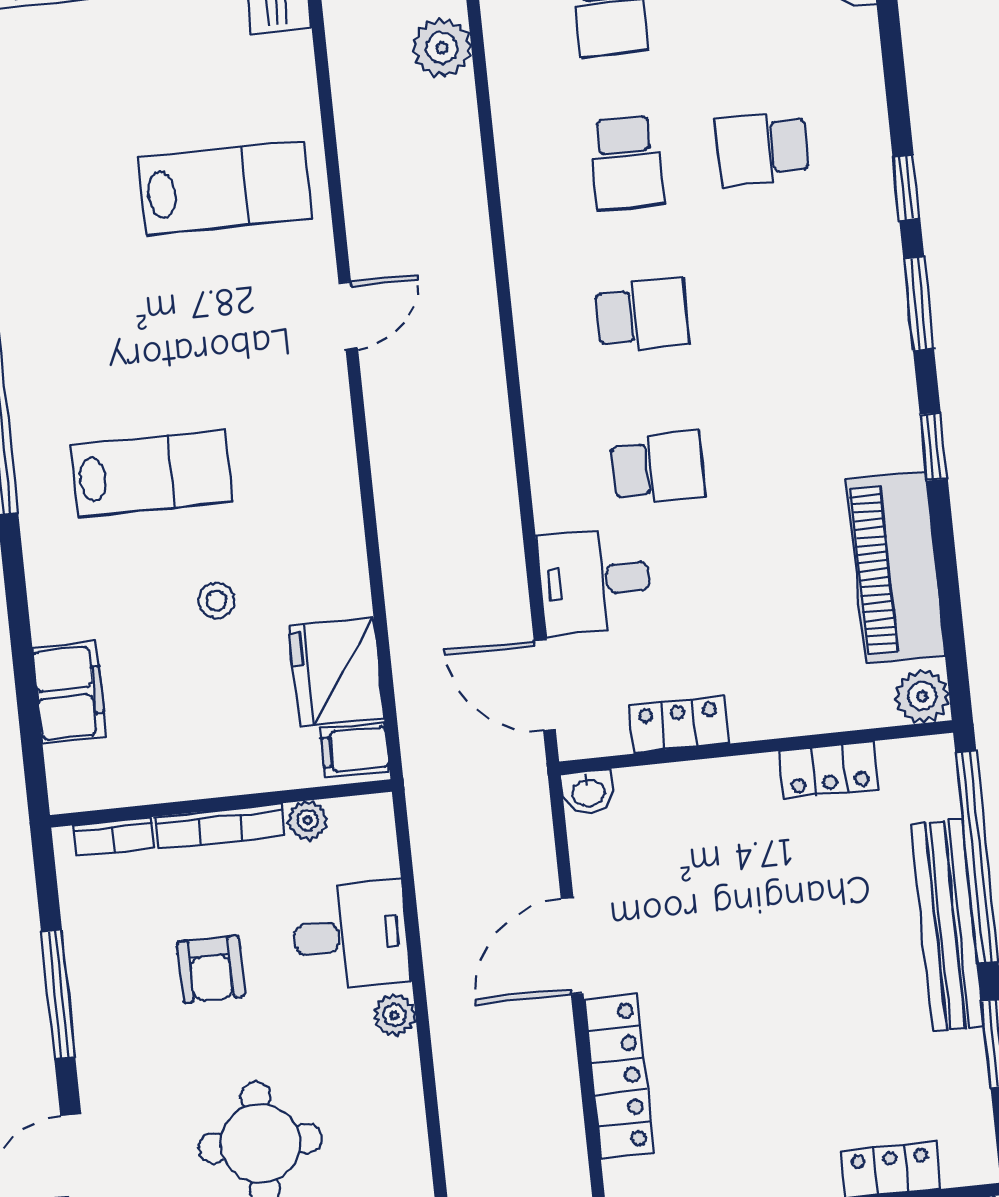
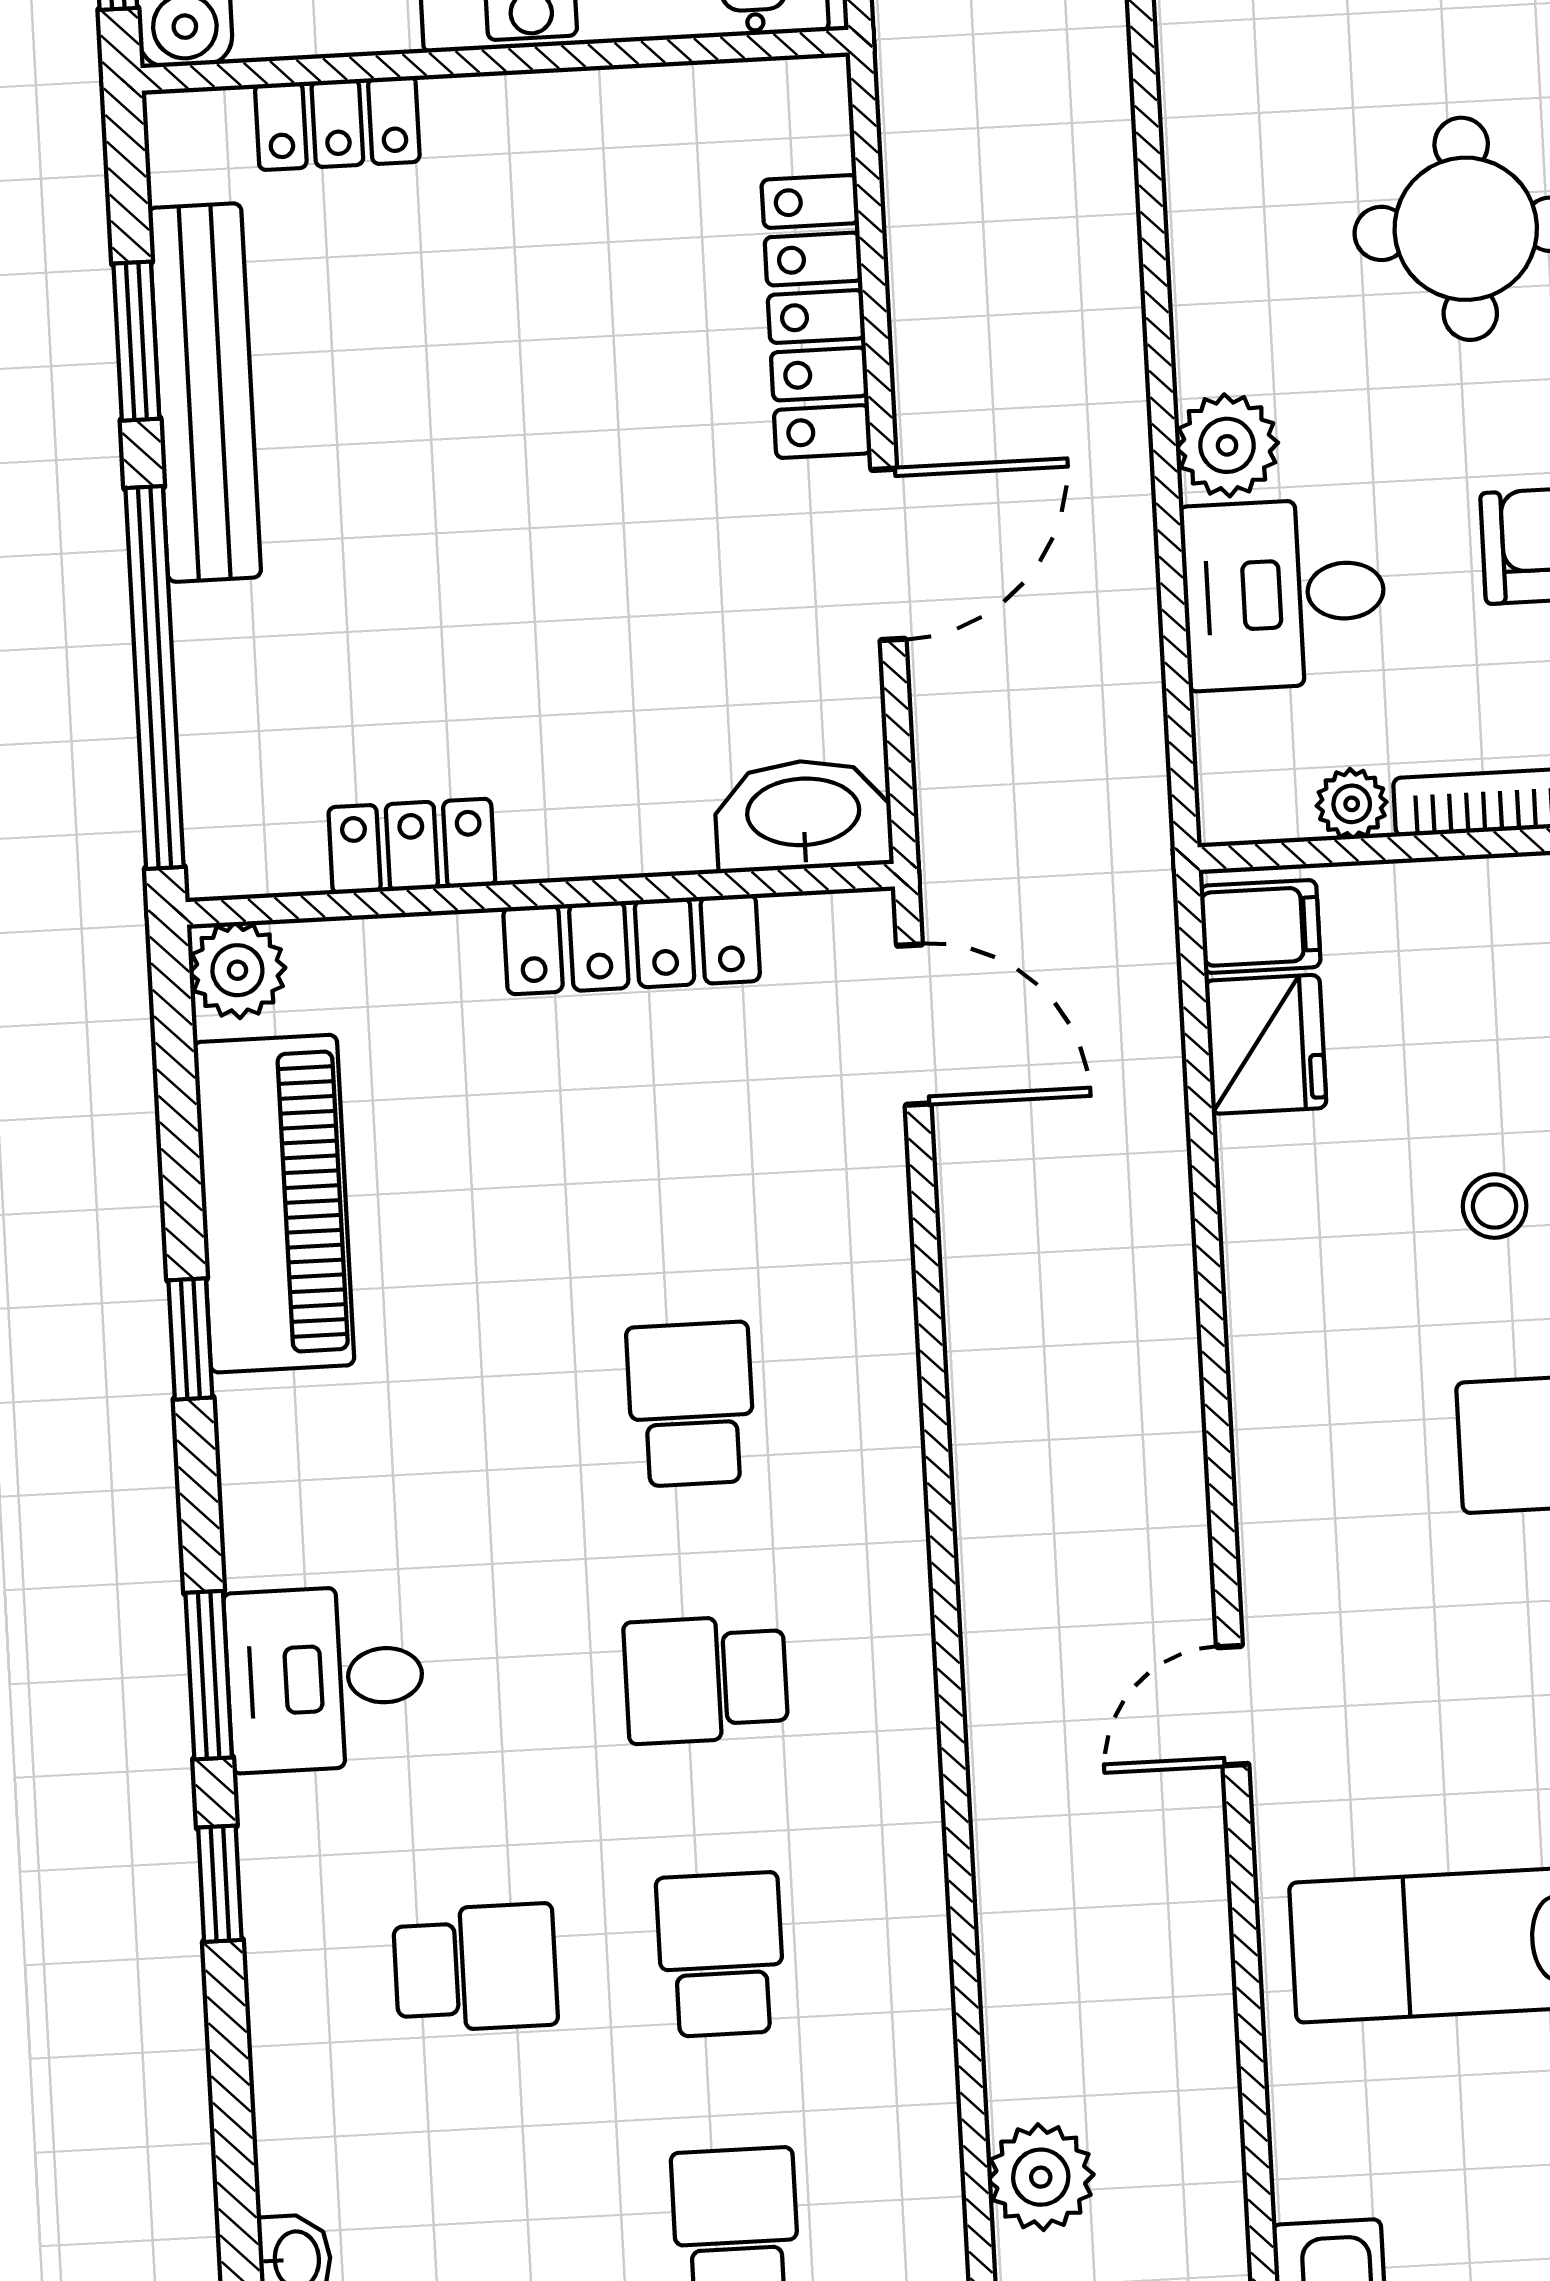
window: (934, 447) -> (190, 1339), moved
school desk: (658, 468) -> (691, 1404), turned 90
desk: (594, 581) -> (325, 1678), moved, turned 180
fridge: (336, 672) -> (1266, 1044), width x0.73, depth x0.75
locker: (679, 725) -> (632, 944), width x1.53
washbasin: (588, 792) -> (803, 815), width x1.91, depth x1.45
bench: (947, 925) -> (205, 393), moved
plant: (395, 1015) -> (1227, 445), width x1.38, depth x1.38

